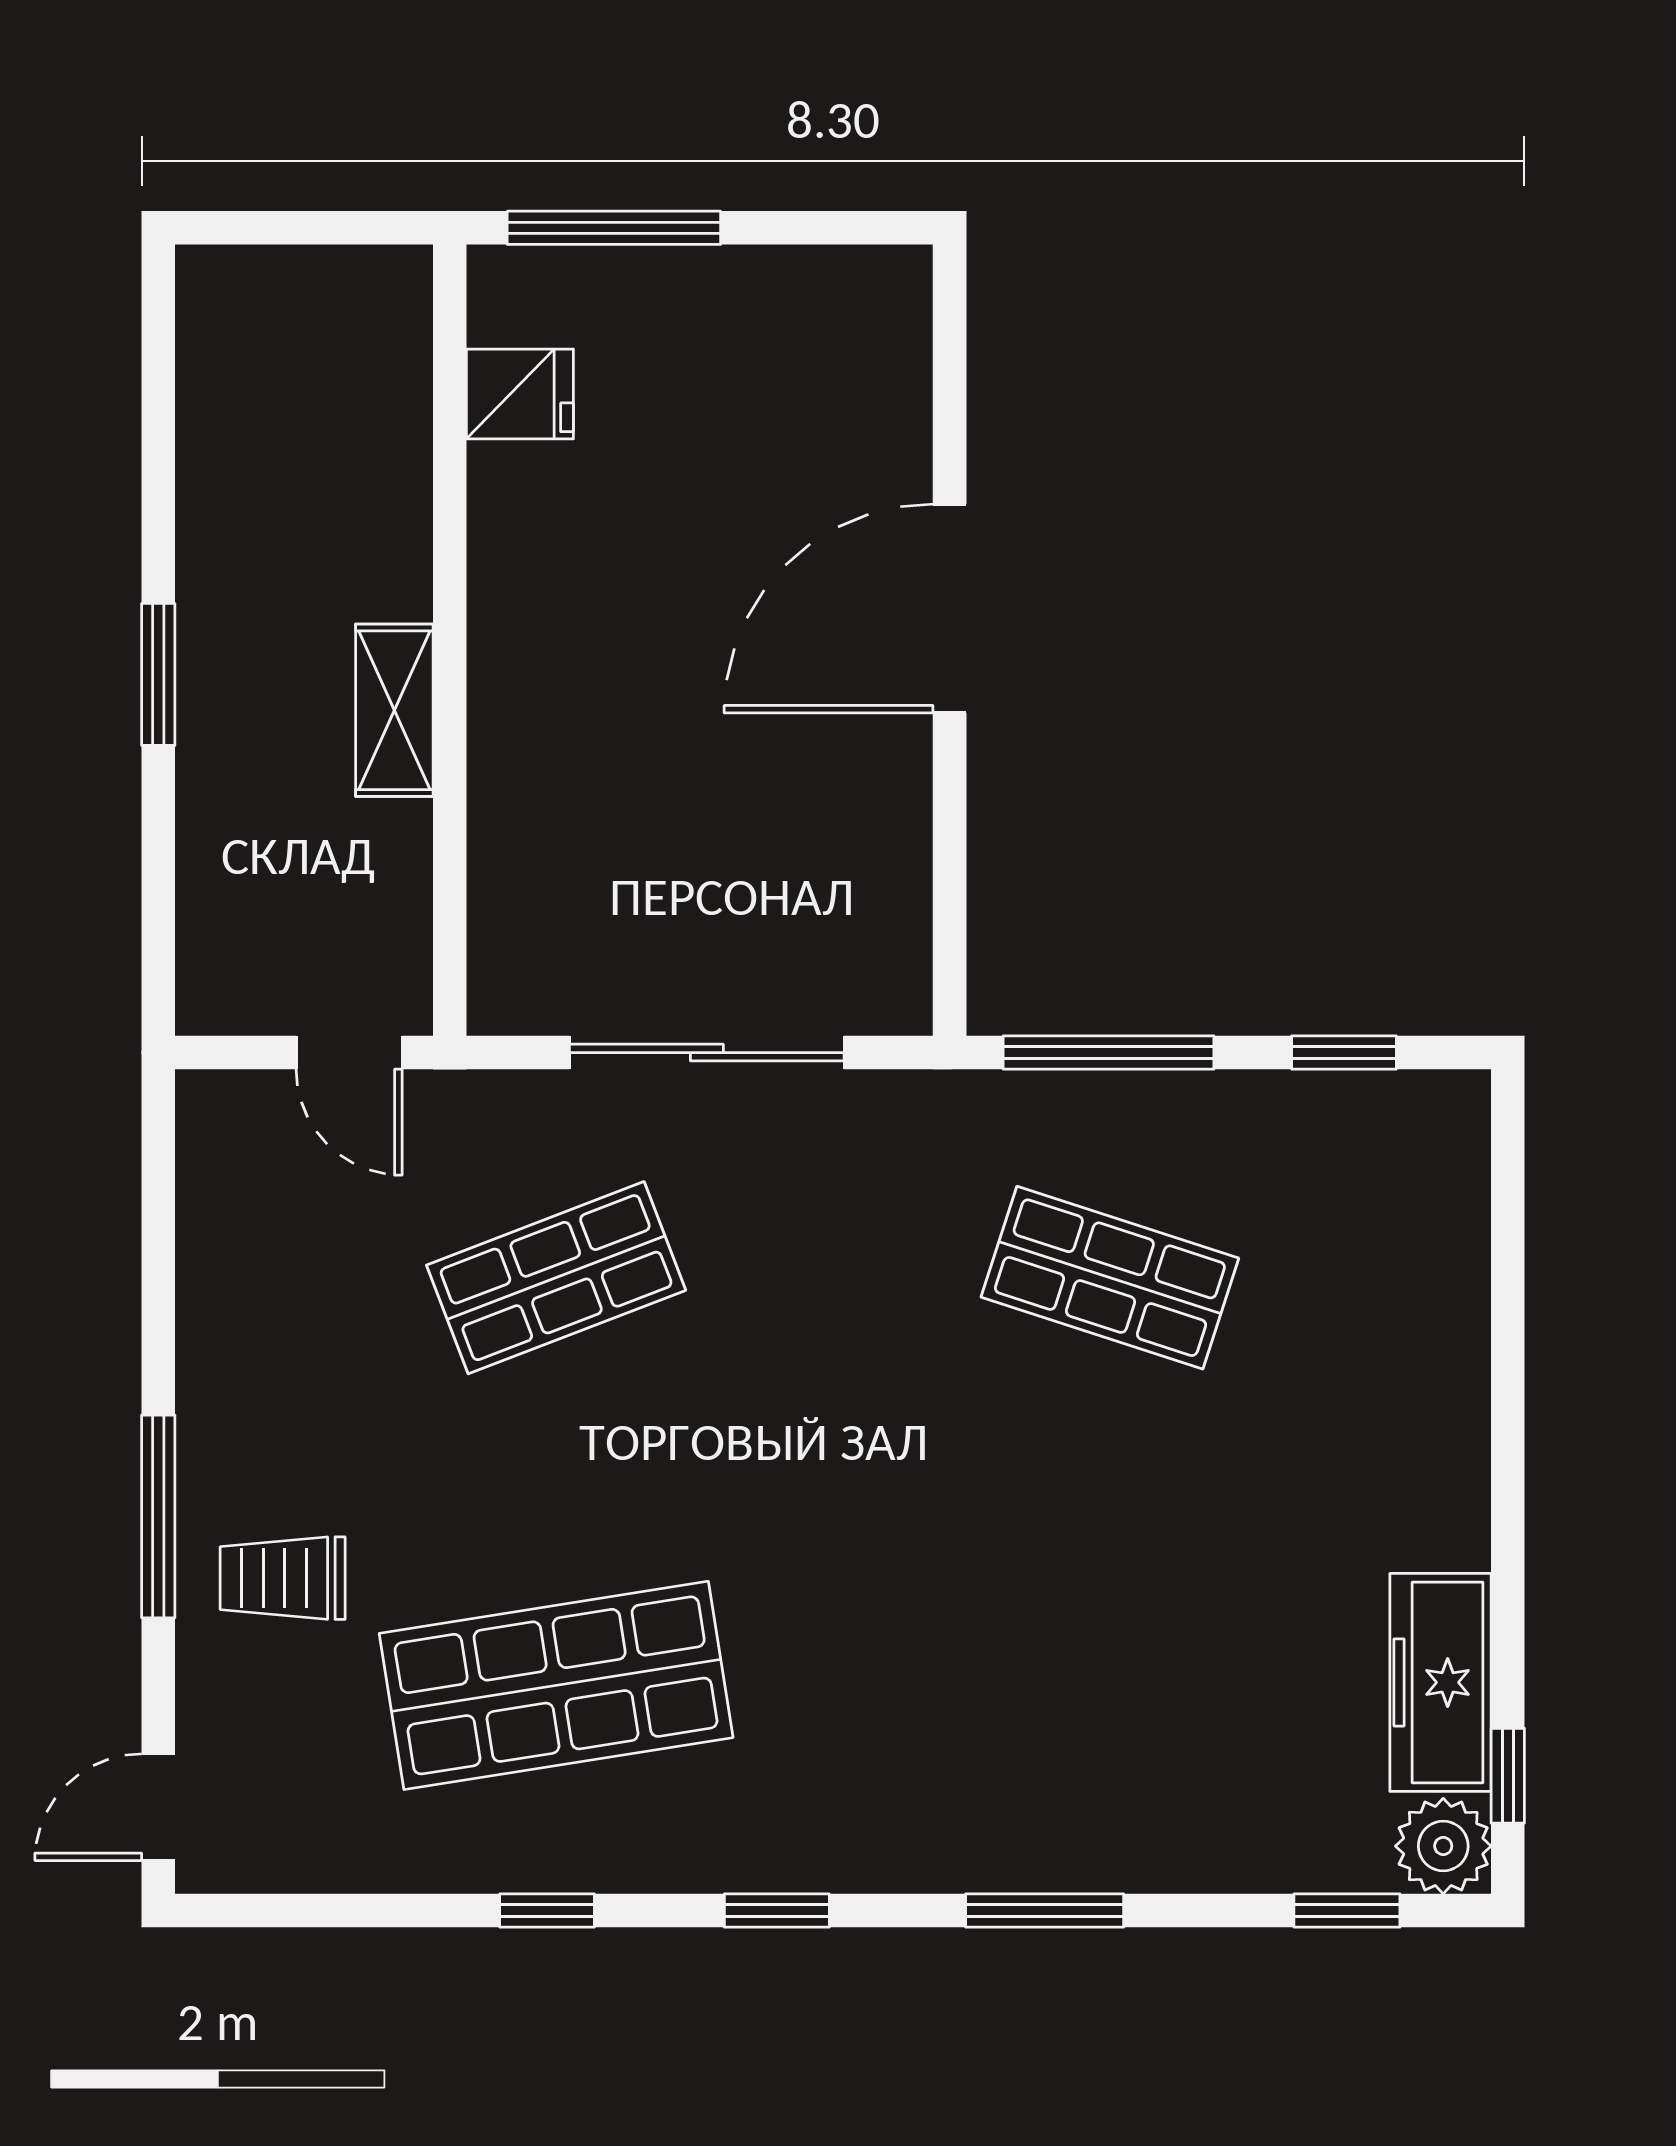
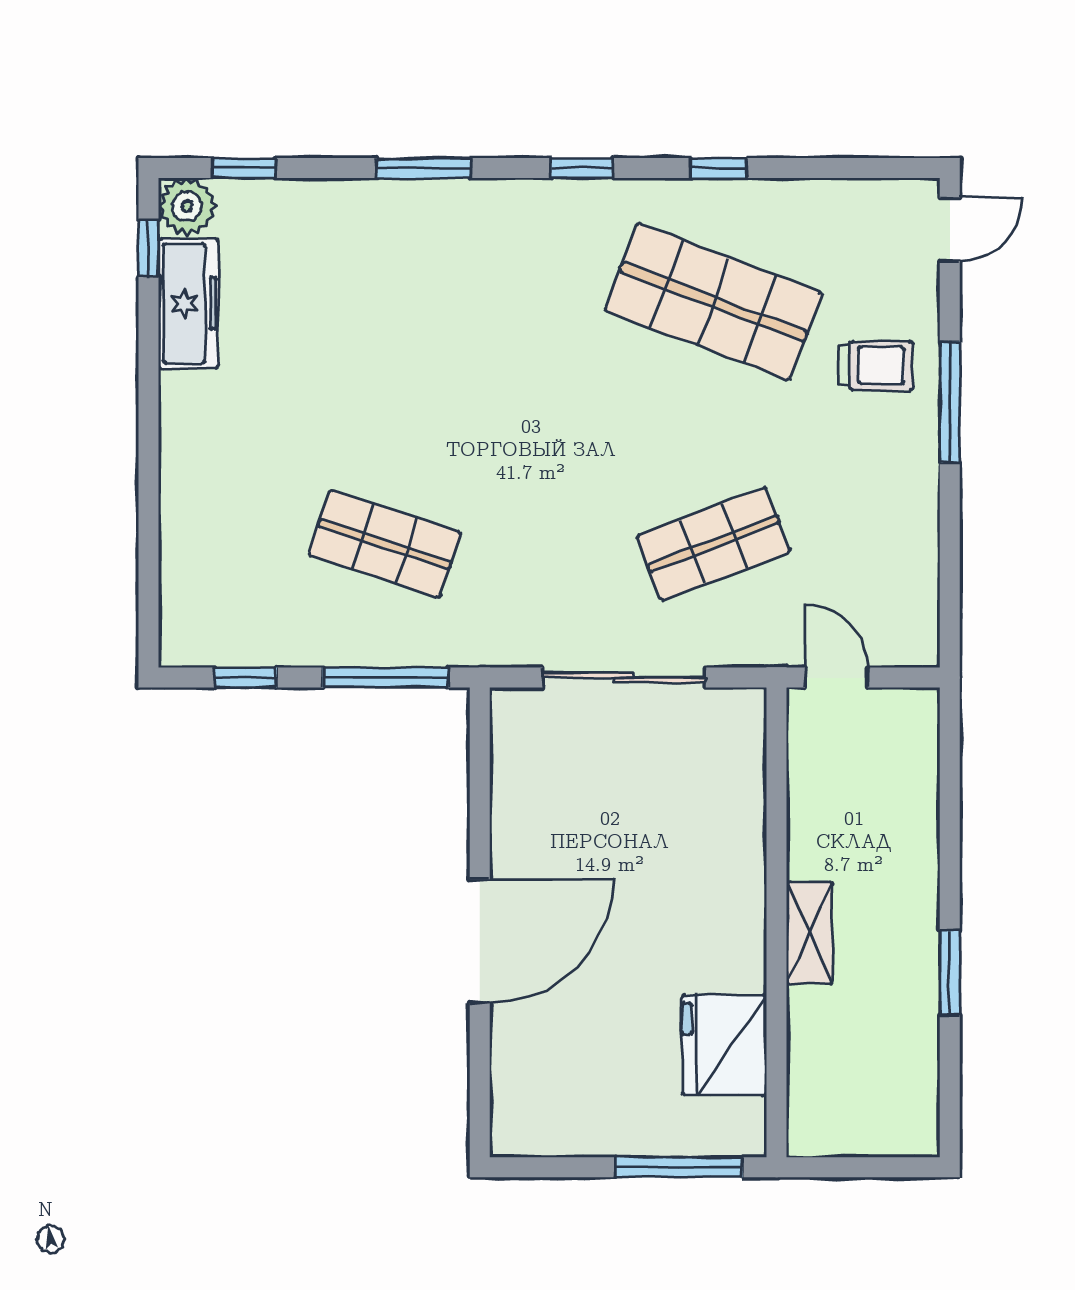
fridge: (520, 394) -> (724, 1045), width x1.88, depth x1.34
window: (158, 674) -> (950, 972), moved
shelving: (394, 710) -> (810, 933), moved
shop shelf: (556, 1685) -> (713, 302), turned 30

